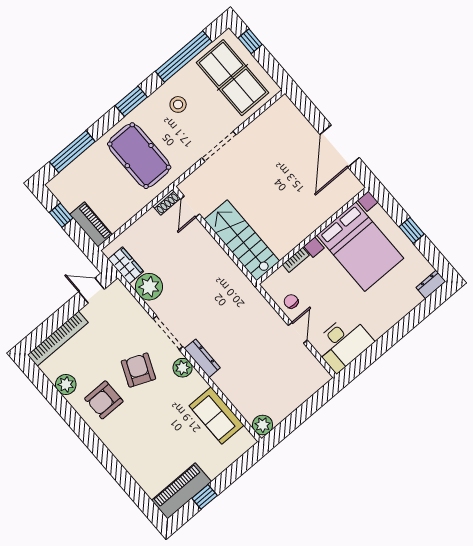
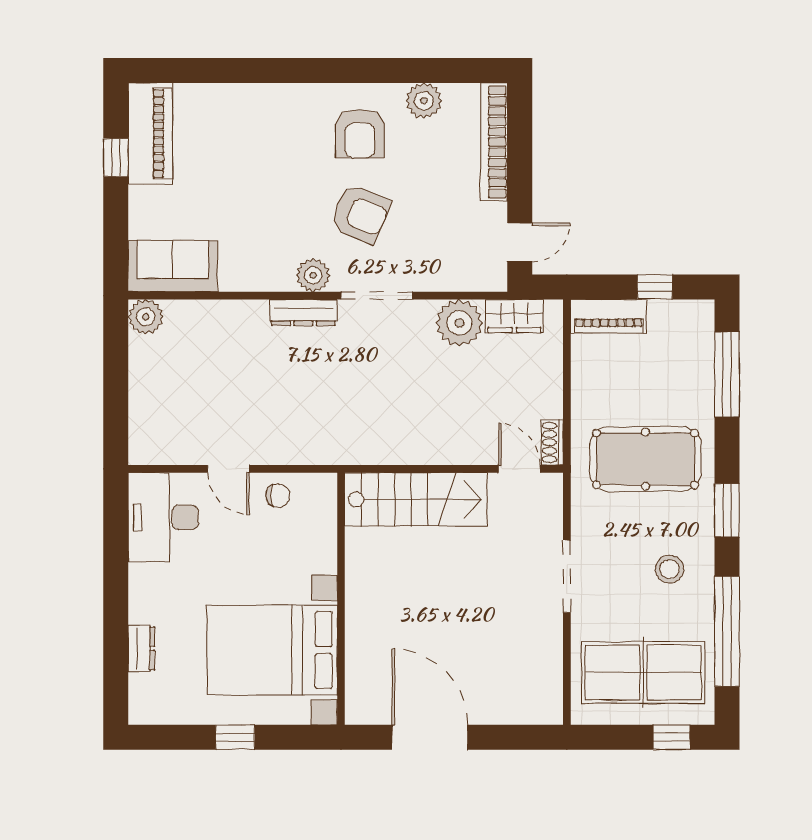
bookcase: (296, 260) -> (328, 549), removed
dresser: (431, 284) -> (141, 648), moved
armchair: (104, 400) -> (360, 134), turned 180
sofa: (216, 415) -> (173, 266), moved

